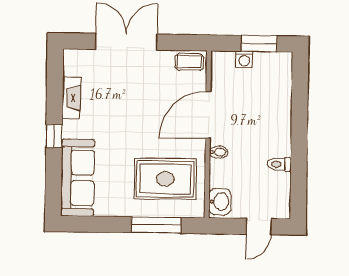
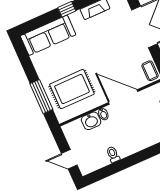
rug: (165, 179) -> (72, 89), turned 90
washbasin: (220, 202) -> (91, 121), moved

